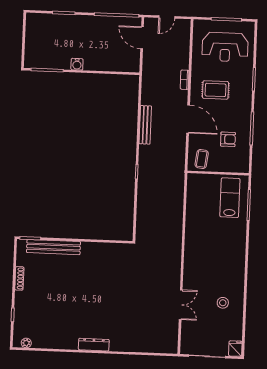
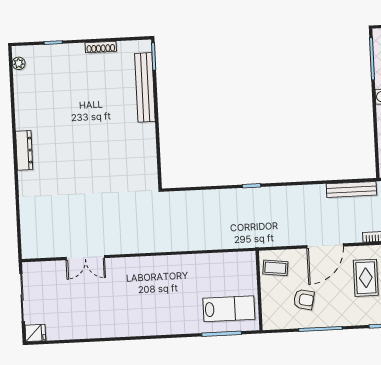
bench: (145, 125) -> (351, 189), moved
armchair: (228, 139) -> (304, 300), turned -78
stool: (223, 303) -> (93, 312), removed

